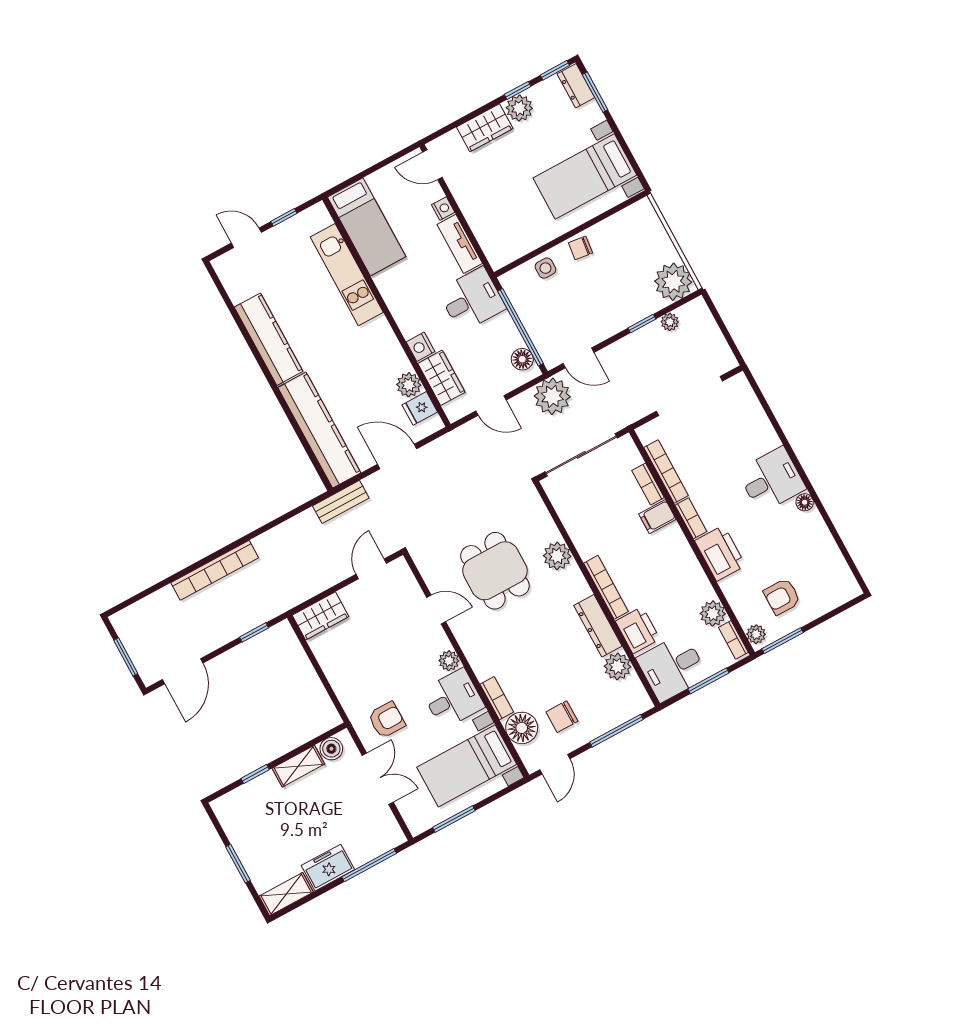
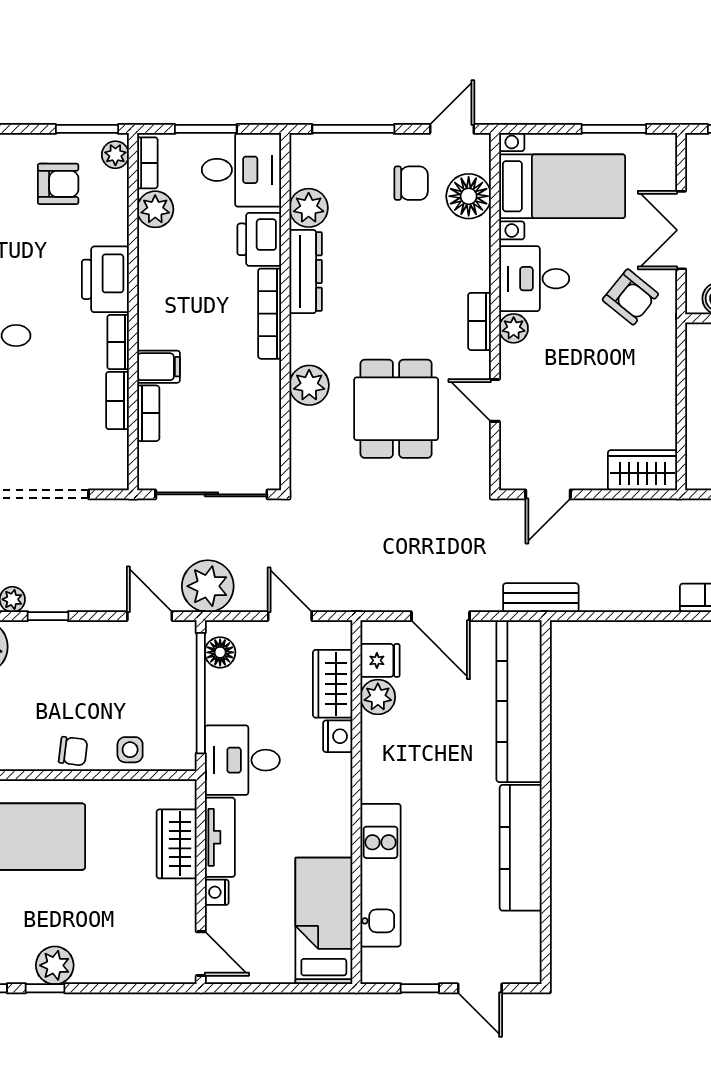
wardrobe: (485, 128) -> (177, 844), moved, turned -90
bookcase: (666, 472) -> (118, 401), width x0.64
bookcase: (497, 698) -> (480, 321), moved
armchair: (387, 720) -> (630, 297), turned -141

